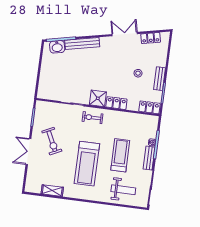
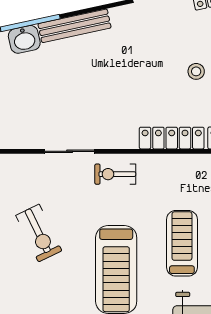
shower: (98, 98) -> (121, 133), removed
locker: (116, 103) -> (172, 138), width x1.53

